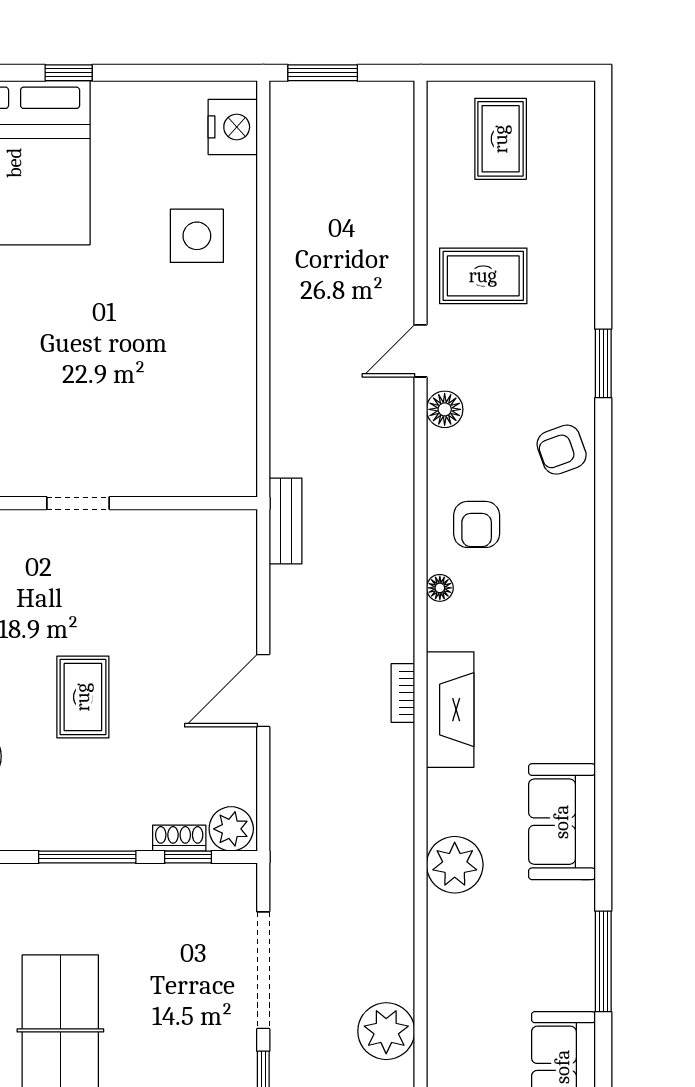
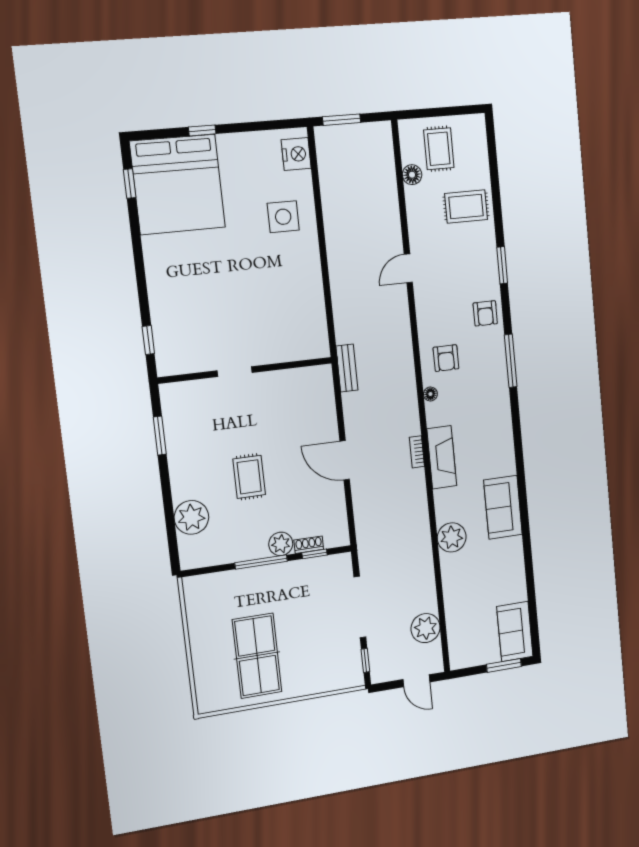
rug: (483, 276) -> (466, 206), moved
floor lamp: (445, 409) -> (412, 175), moved
armchair: (562, 450) -> (485, 313), turned -70
door: (263, 690) -> (345, 460), hinge flipped
plant: (231, 829) -> (281, 544), moved
window: (603, 961) -> (511, 361), moved

